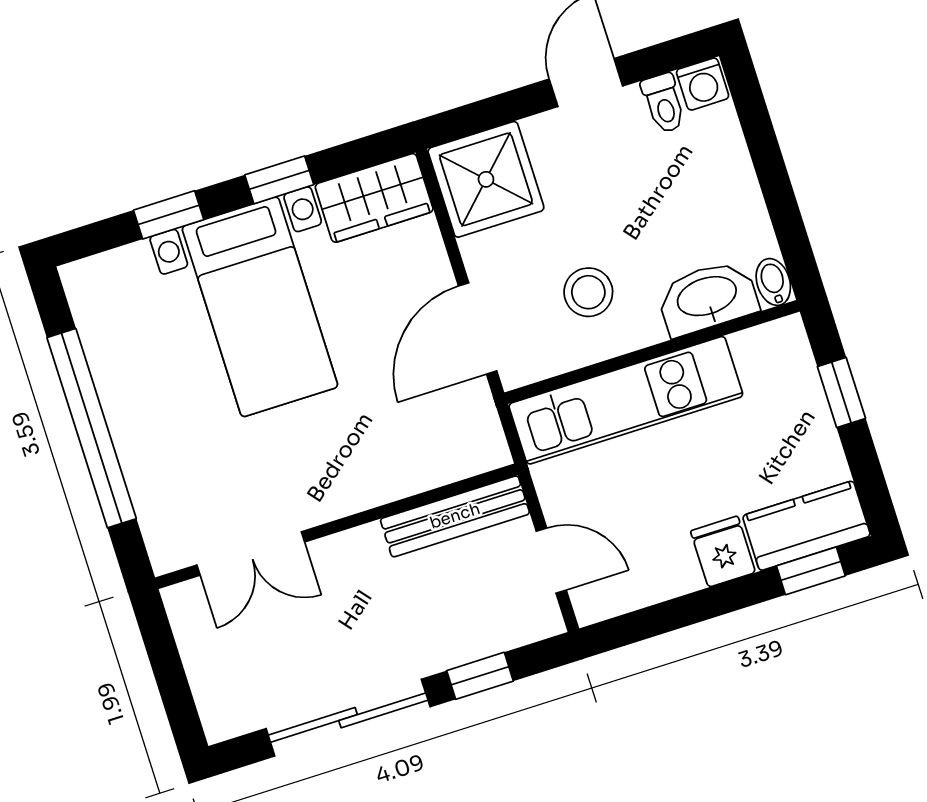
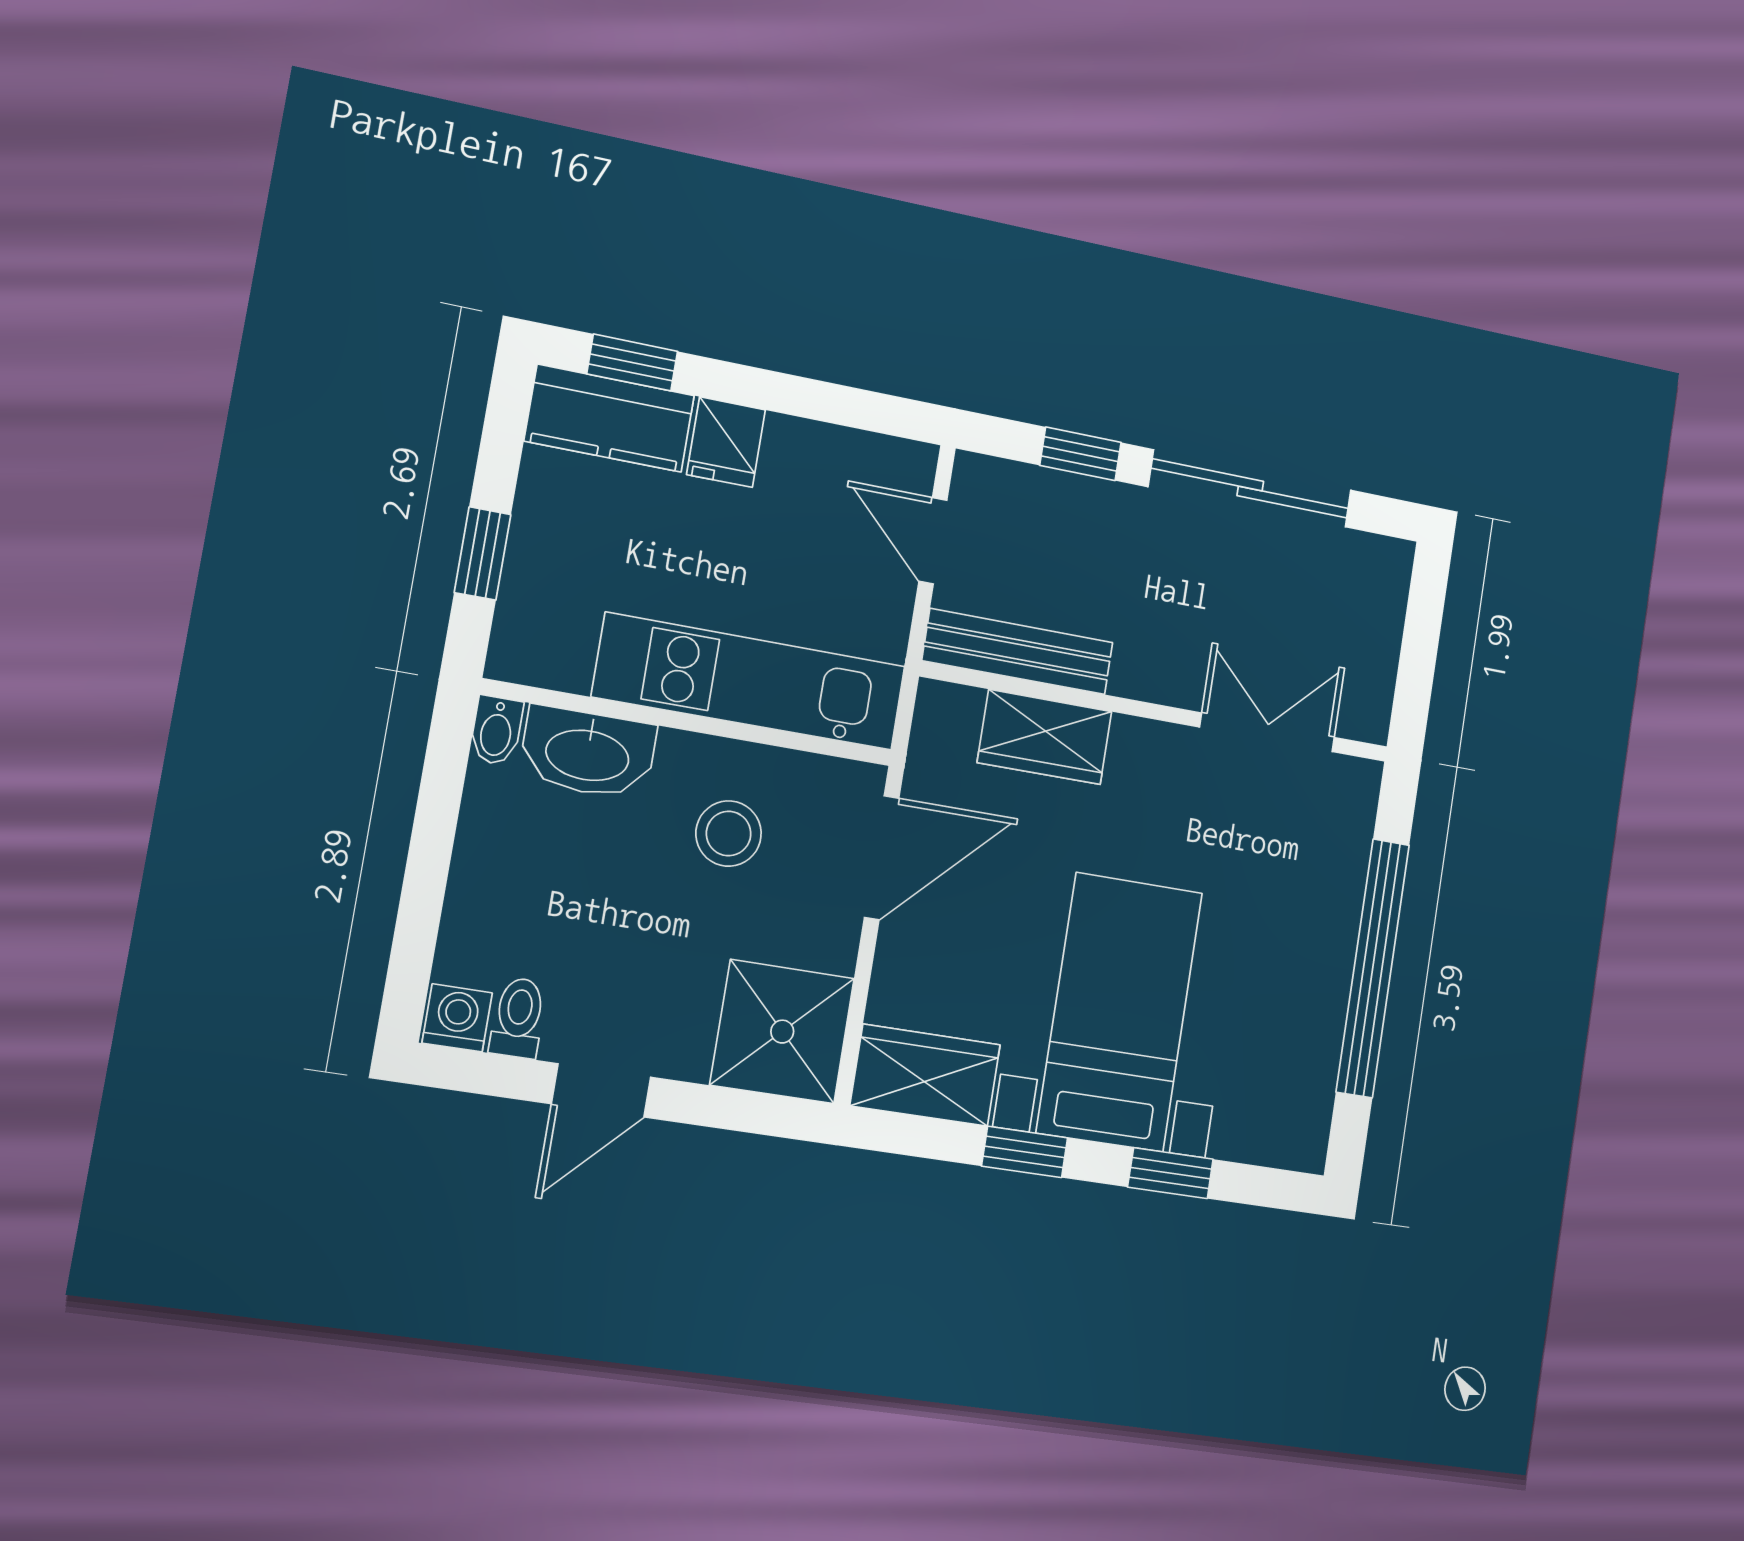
wardrobe: (407, 468) -> (1045, 737), added

